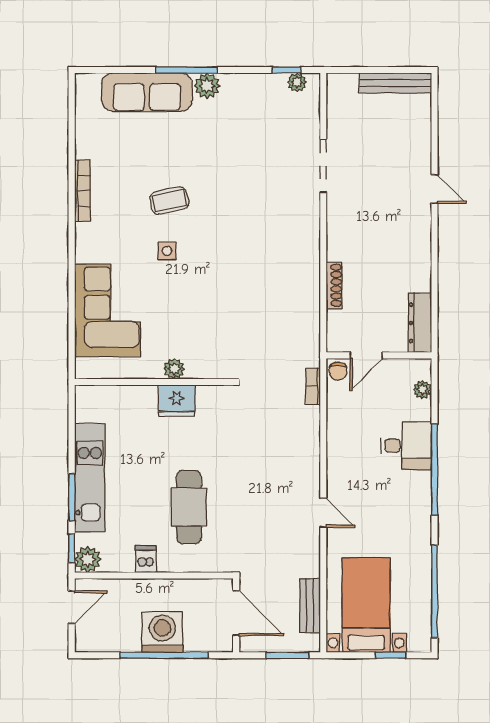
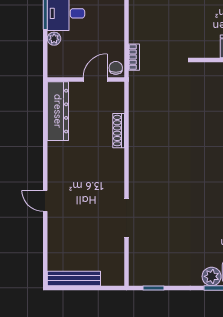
plant: (297, 82) -> (146, 279), removed
dresser: (420, 323) -> (58, 111), width x1.37, depth x1.24
plant: (422, 389) -> (54, 39), moved

